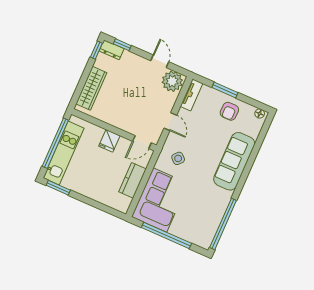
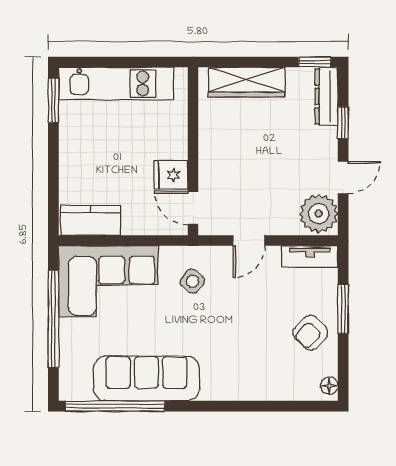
window: (122, 45) -> (343, 123), moved
dresser: (112, 50) -> (326, 96), width x1.44
armchair: (229, 111) -> (310, 333), turned -46
fridge: (109, 141) -> (171, 175), moved
window: (55, 143) -> (126, 62), removed
sofa: (234, 161) -> (146, 378), moved
kitchen counter: (133, 180) -> (91, 220), moved

